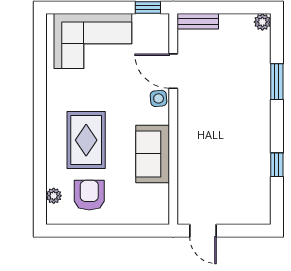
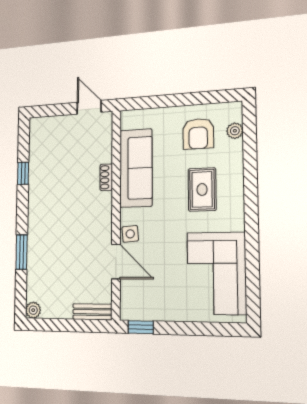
corner sofa: (93, 41) -> (216, 273), moved, turned -90
rug: (86, 140) -> (202, 190), width x0.73, depth x0.70
sofa: (153, 154) -> (136, 168), width x1.36
shoe rack: (184, 156) -> (106, 177), added

